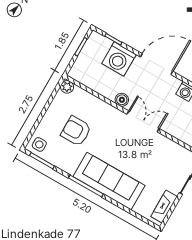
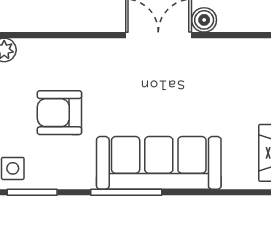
boiler: (122, 100) -> (204, 20), moved

